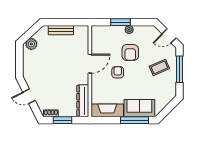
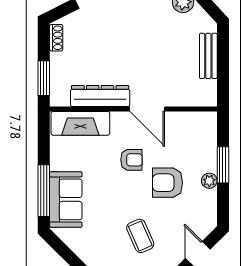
dresser: (83, 101) -> (100, 96), moved
fireplace: (107, 110) -> (80, 123), moved, turned 90
window: (63, 120) -> (44, 78), moved

